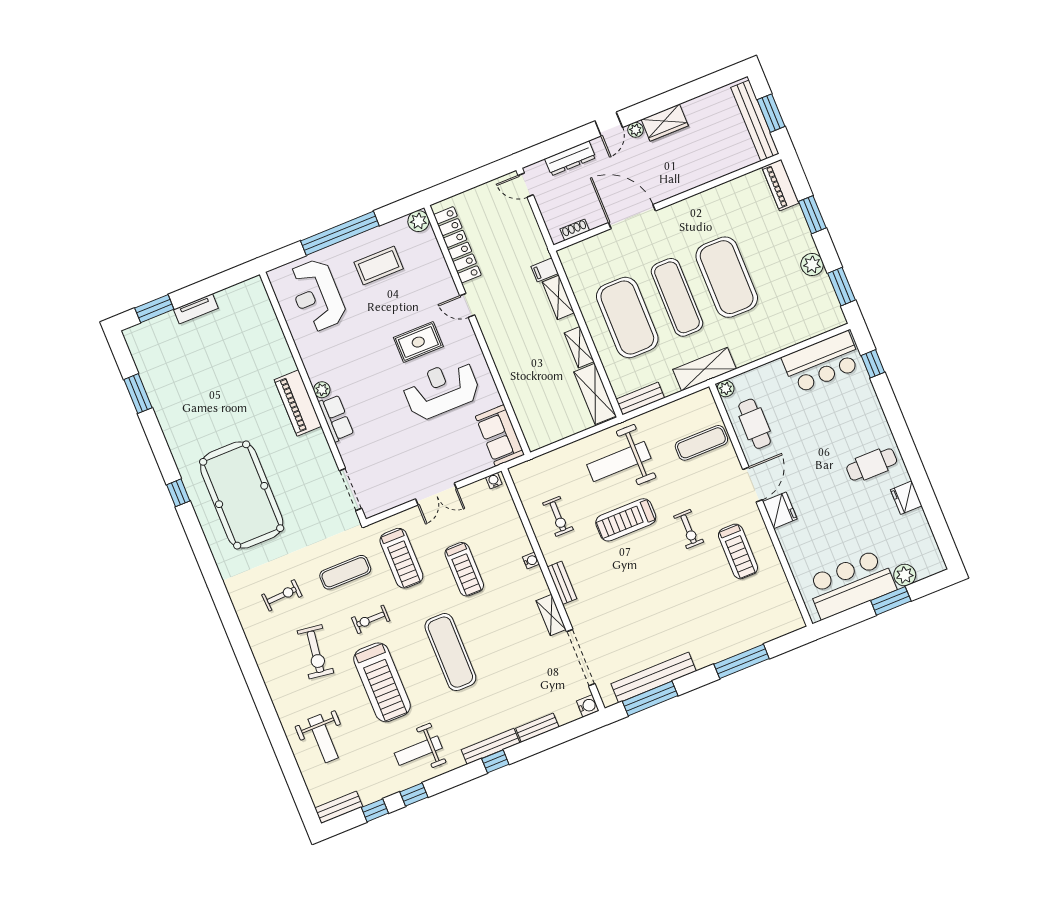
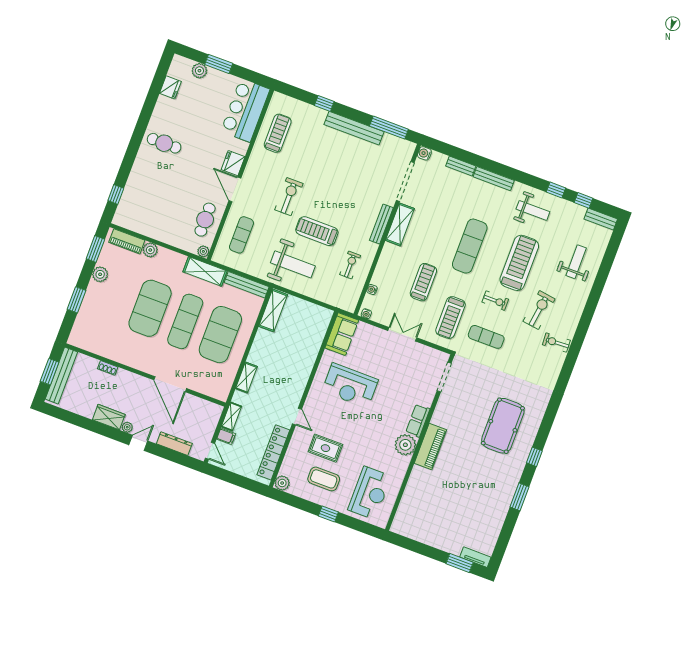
piano: (780, 185) -> (127, 241), moved, turned 90
shoe rack: (575, 230) -> (108, 368), moved
window: (340, 233) -> (328, 514), width x0.32
filing cabinet: (545, 270) -> (226, 436), moved
tv unit: (196, 309) -> (475, 557), moved
plant: (783, 339) -> (150, 250), added
rug: (418, 342) -> (325, 448), moved
shelving: (579, 347) -> (231, 417), moved
bar counter: (822, 362) -> (141, 219), removed
plant: (322, 390) -> (405, 445), width x1.88, depth x1.88
window: (138, 394) -> (519, 497), moved
bench: (640, 399) -> (247, 285), width x1.36
exercise mat: (701, 443) -> (241, 235), turned 90
door: (752, 485) -> (235, 189), hinge flipped
pool table: (242, 495) -> (503, 426), width x0.73, depth x0.76
fridge: (906, 498) -> (170, 87), moved
treadmill: (626, 520) -> (317, 231), turned 180
exercise bike: (689, 529) -> (289, 197), width x1.38, depth x1.39
treadmill: (738, 551) -> (278, 133), moved
treadmill: (401, 558) -> (451, 318), turned 180
water cooler: (531, 561) -> (372, 289), moved
bench: (562, 583) -> (381, 224), width x1.36
bar counter: (851, 584) -> (245, 110), moved, turned 90
exercise bike: (282, 595) -> (556, 343), moved
shelving: (551, 615) -> (400, 224), width x1.50, depth x1.33
window: (742, 661) -> (324, 103), width x0.46
bench: (654, 677) -> (354, 128), moved
window: (495, 761) -> (498, 169), removed

